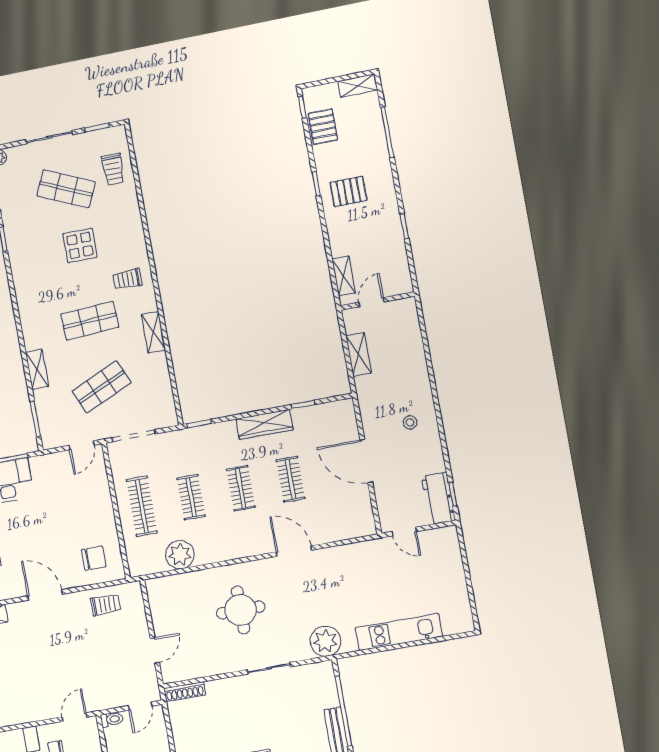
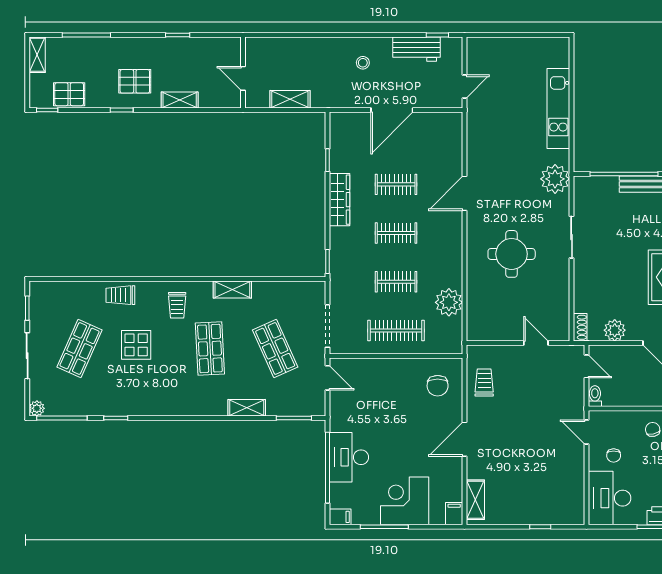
trolley: (113, 169) -> (120, 295), moved, turned 180
pallet: (348, 191) -> (135, 81), turned 90
shelving: (344, 276) -> (180, 100), moved
workbench: (438, 498) -> (416, 49), moved
chair: (94, 558) -> (438, 386), turned 180
shoe rack: (185, 692) -> (580, 327), width x0.70
plant: (182, 728) -> (615, 330), added

